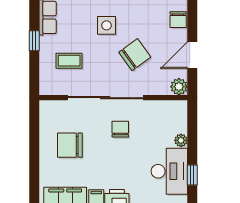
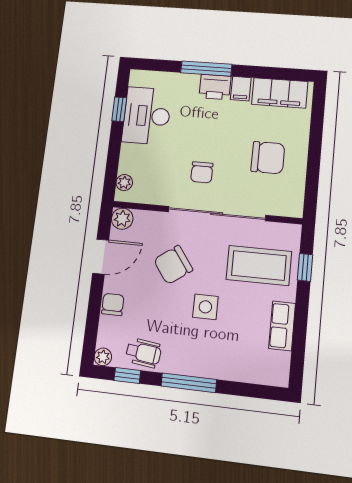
window: (34, 41) -> (305, 267), moved
coffee table: (69, 61) -> (259, 265), width x1.86, depth x1.72
plant: (181, 140) -> (124, 183), moved

